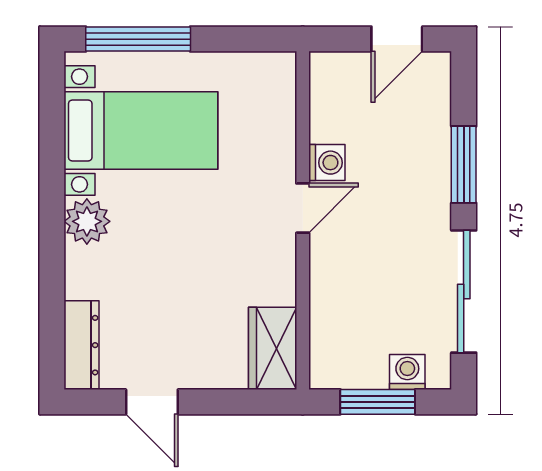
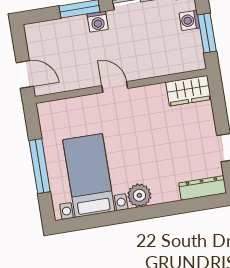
window: (138, 39) -> (40, 166), moved
door: (397, 39) -> (25, 74), moved
washing machine: (327, 163) -> (98, 22), moved, turned 180

